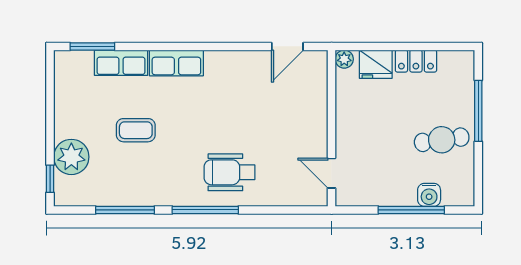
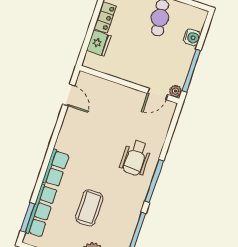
plant: (344, 59) -> (176, 91), moved
row of seats: (121, 63) -> (41, 211), width x1.48
coffee table: (136, 130) -> (89, 208), width x1.36, depth x1.30
window: (411, 210) -> (191, 70), moved

